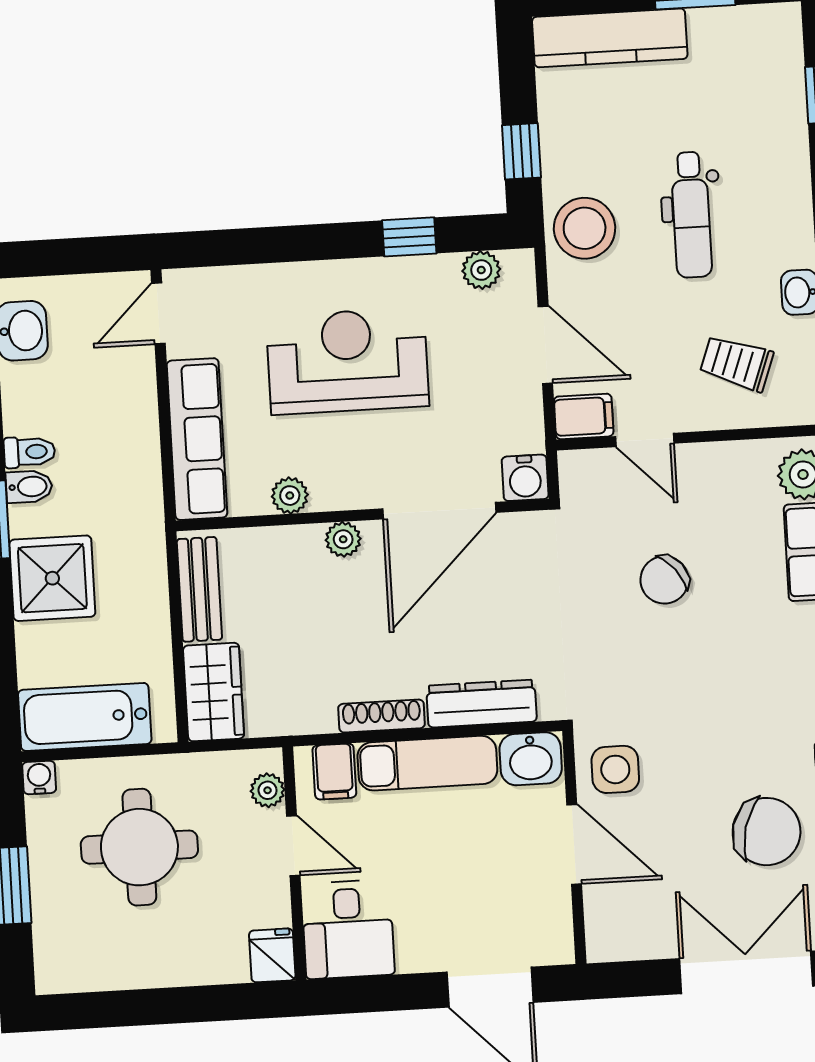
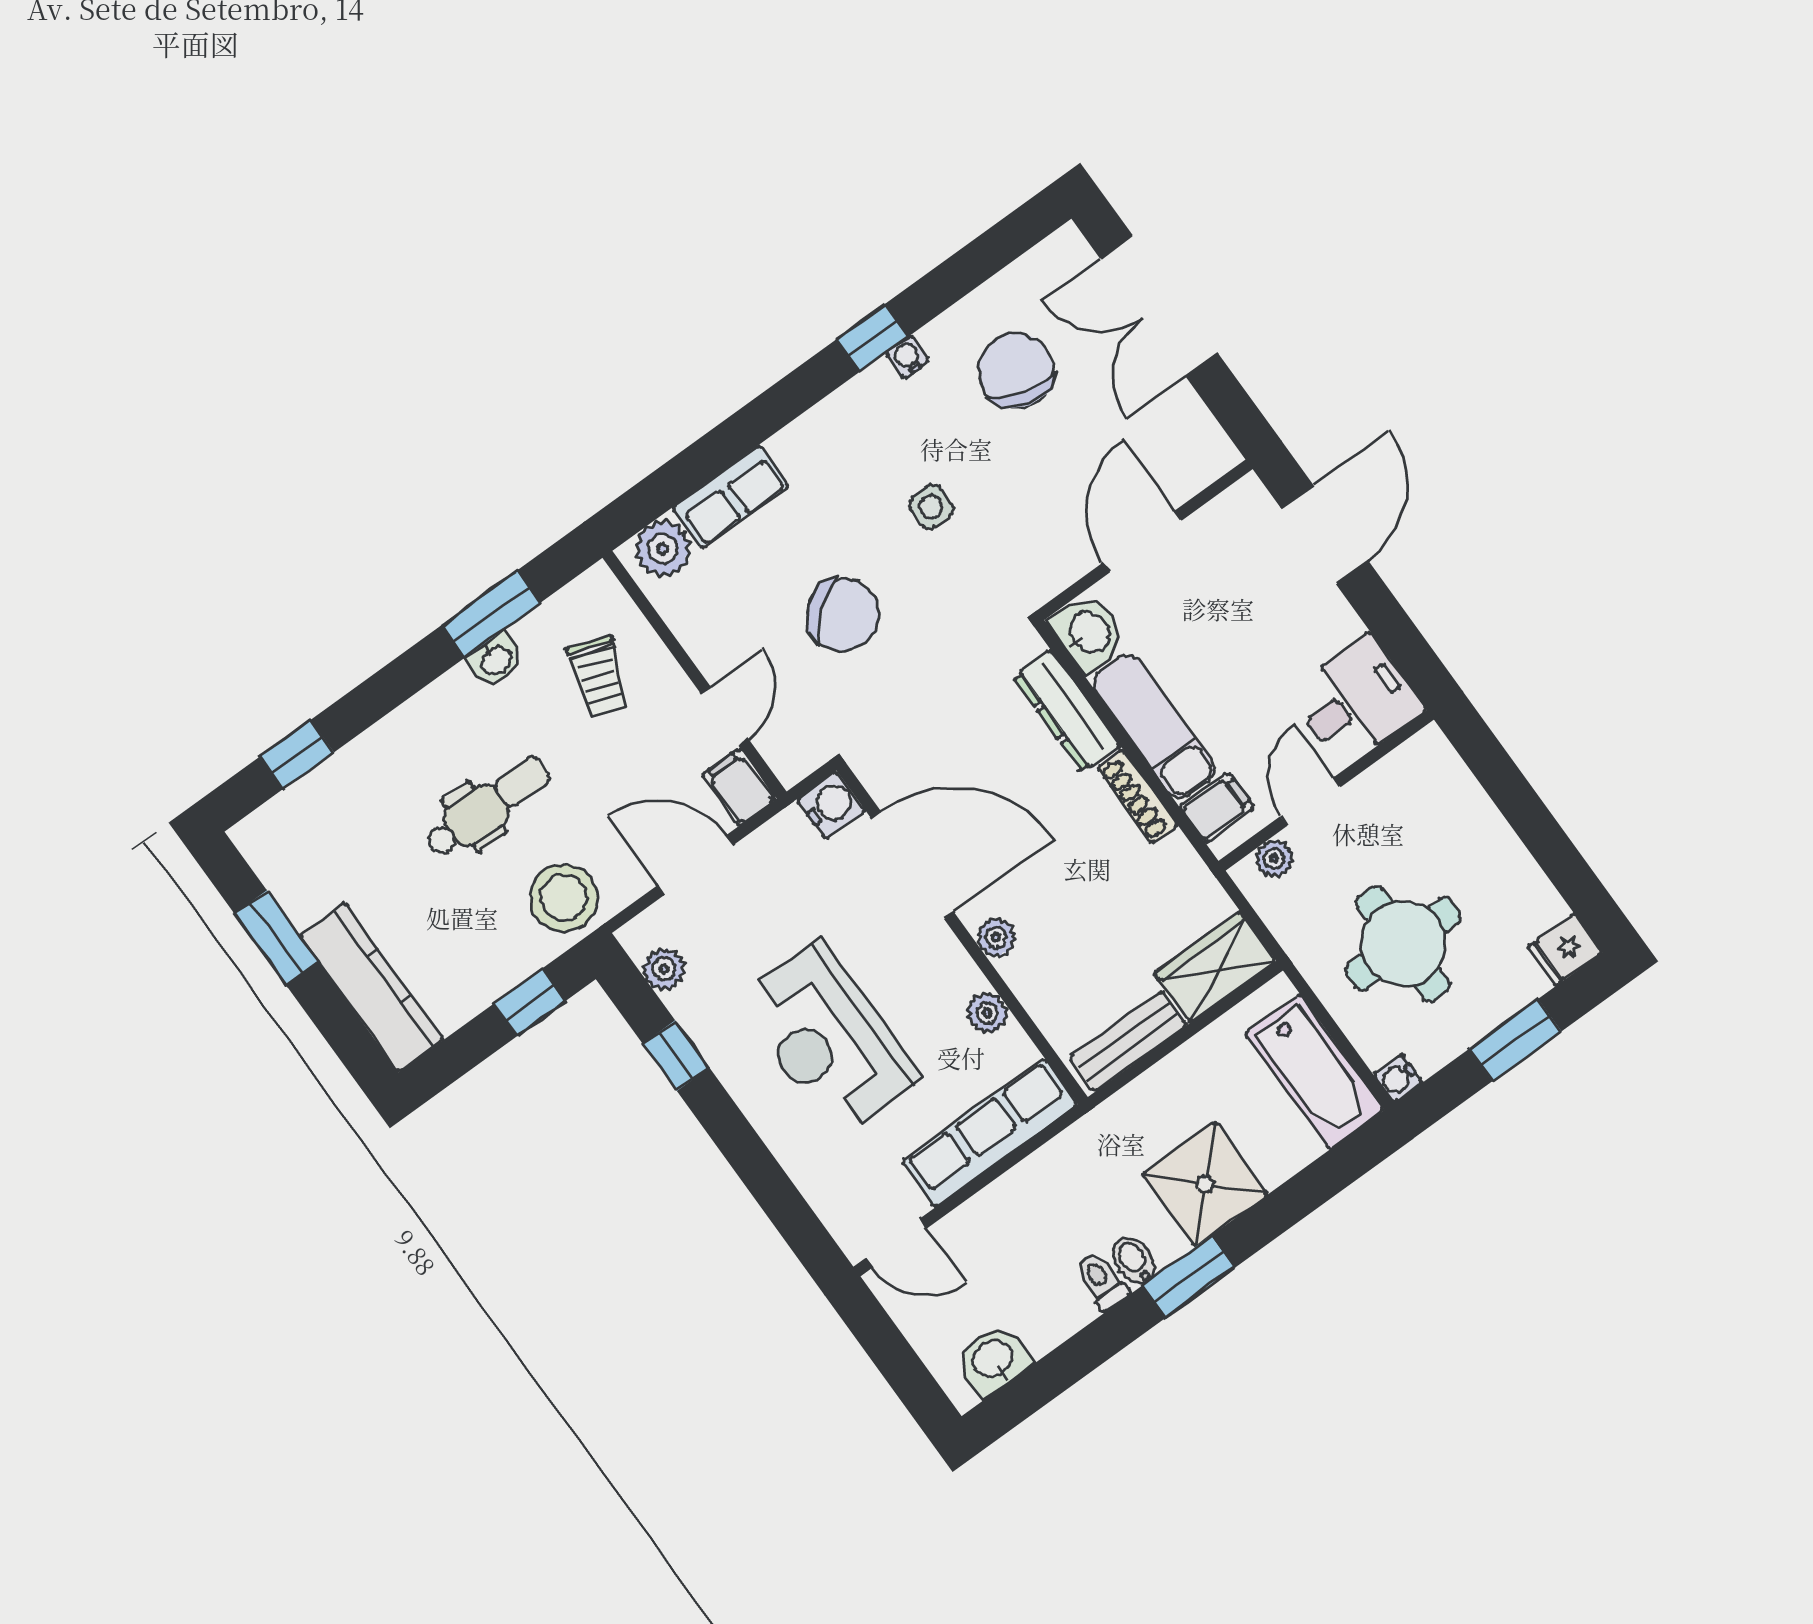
door: (545, 345) -> (695, 865), hinge flipped
chair: (664, 580) -> (843, 615), width x1.37, depth x1.37
side table: (615, 769) -> (931, 507), moved, width x0.73, depth x0.73
fridge: (272, 955) -> (1565, 950), moved

